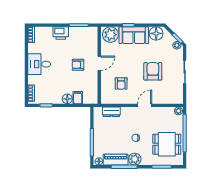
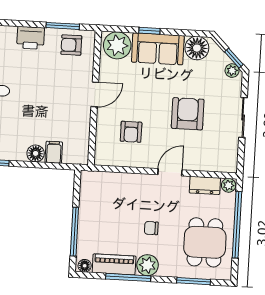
armchair: (78, 65) -> (71, 45), moved
dresser: (111, 112) -> (205, 185), moved
dining table: (167, 144) -> (205, 242), turned 90

